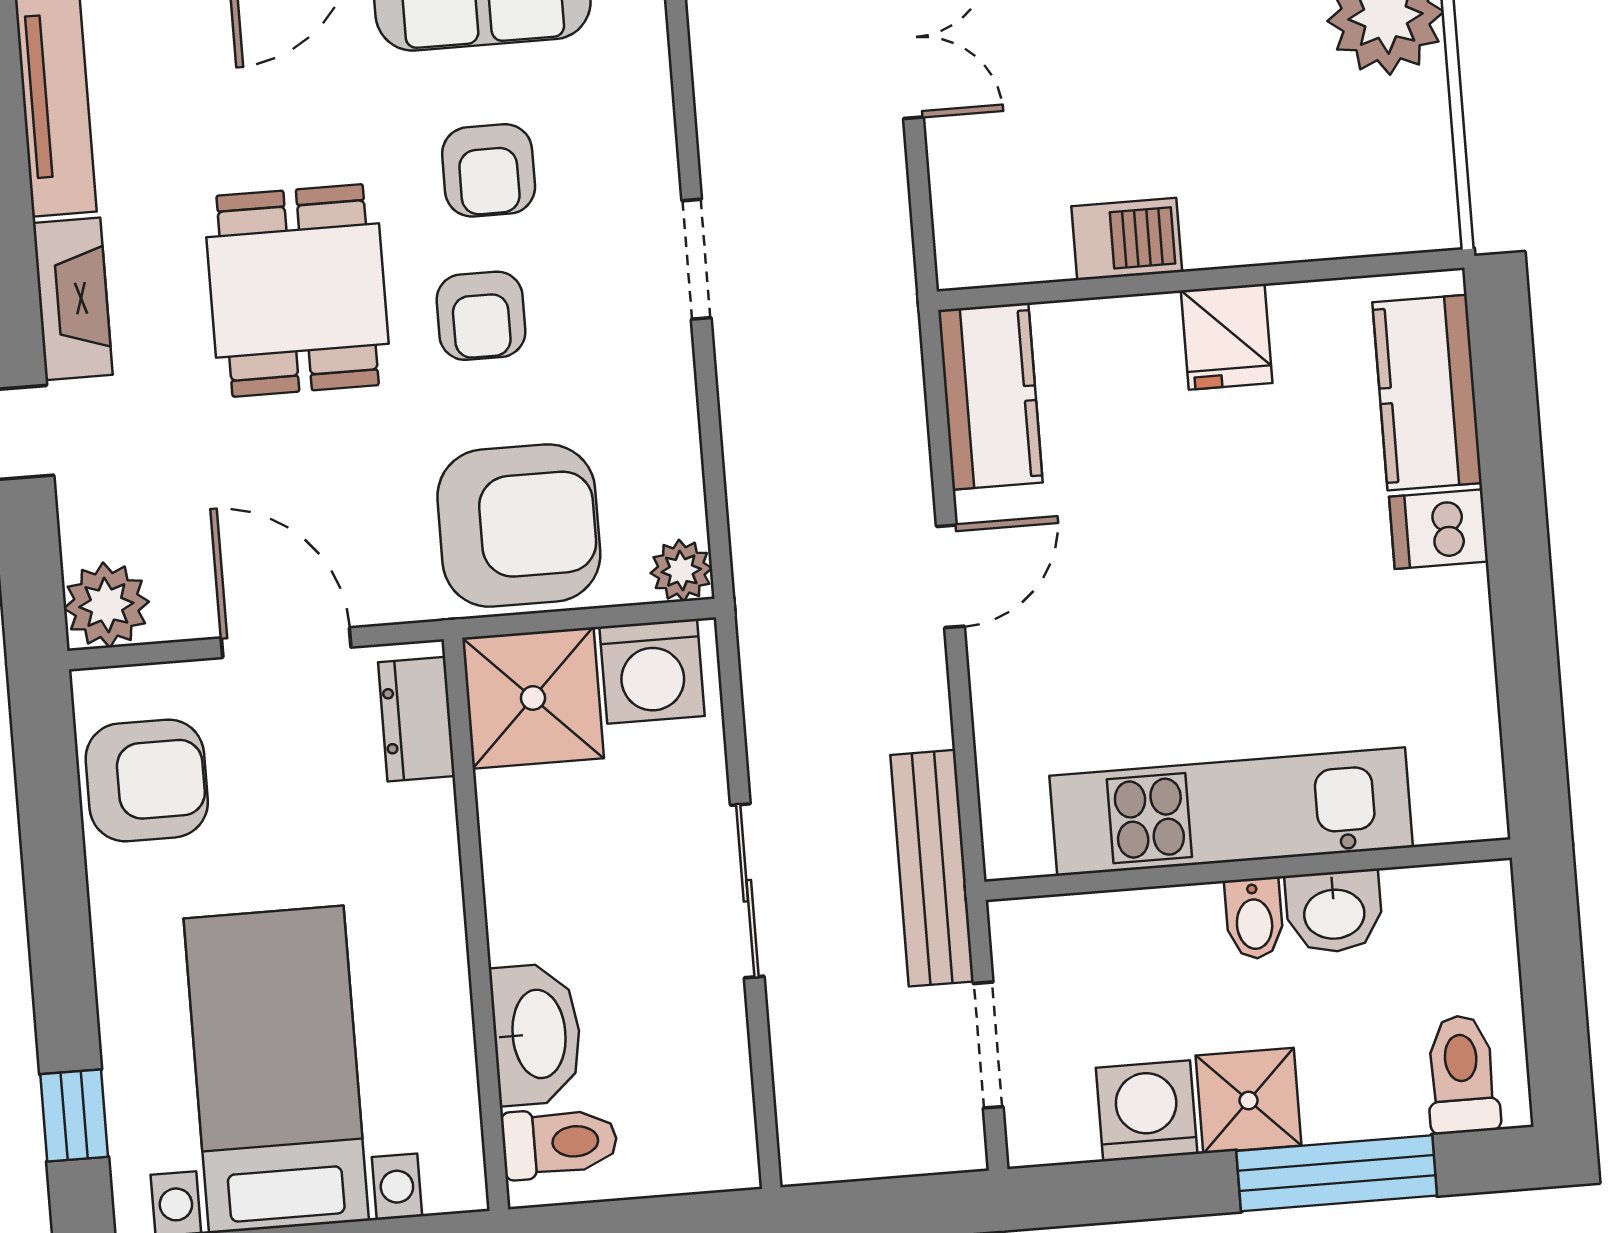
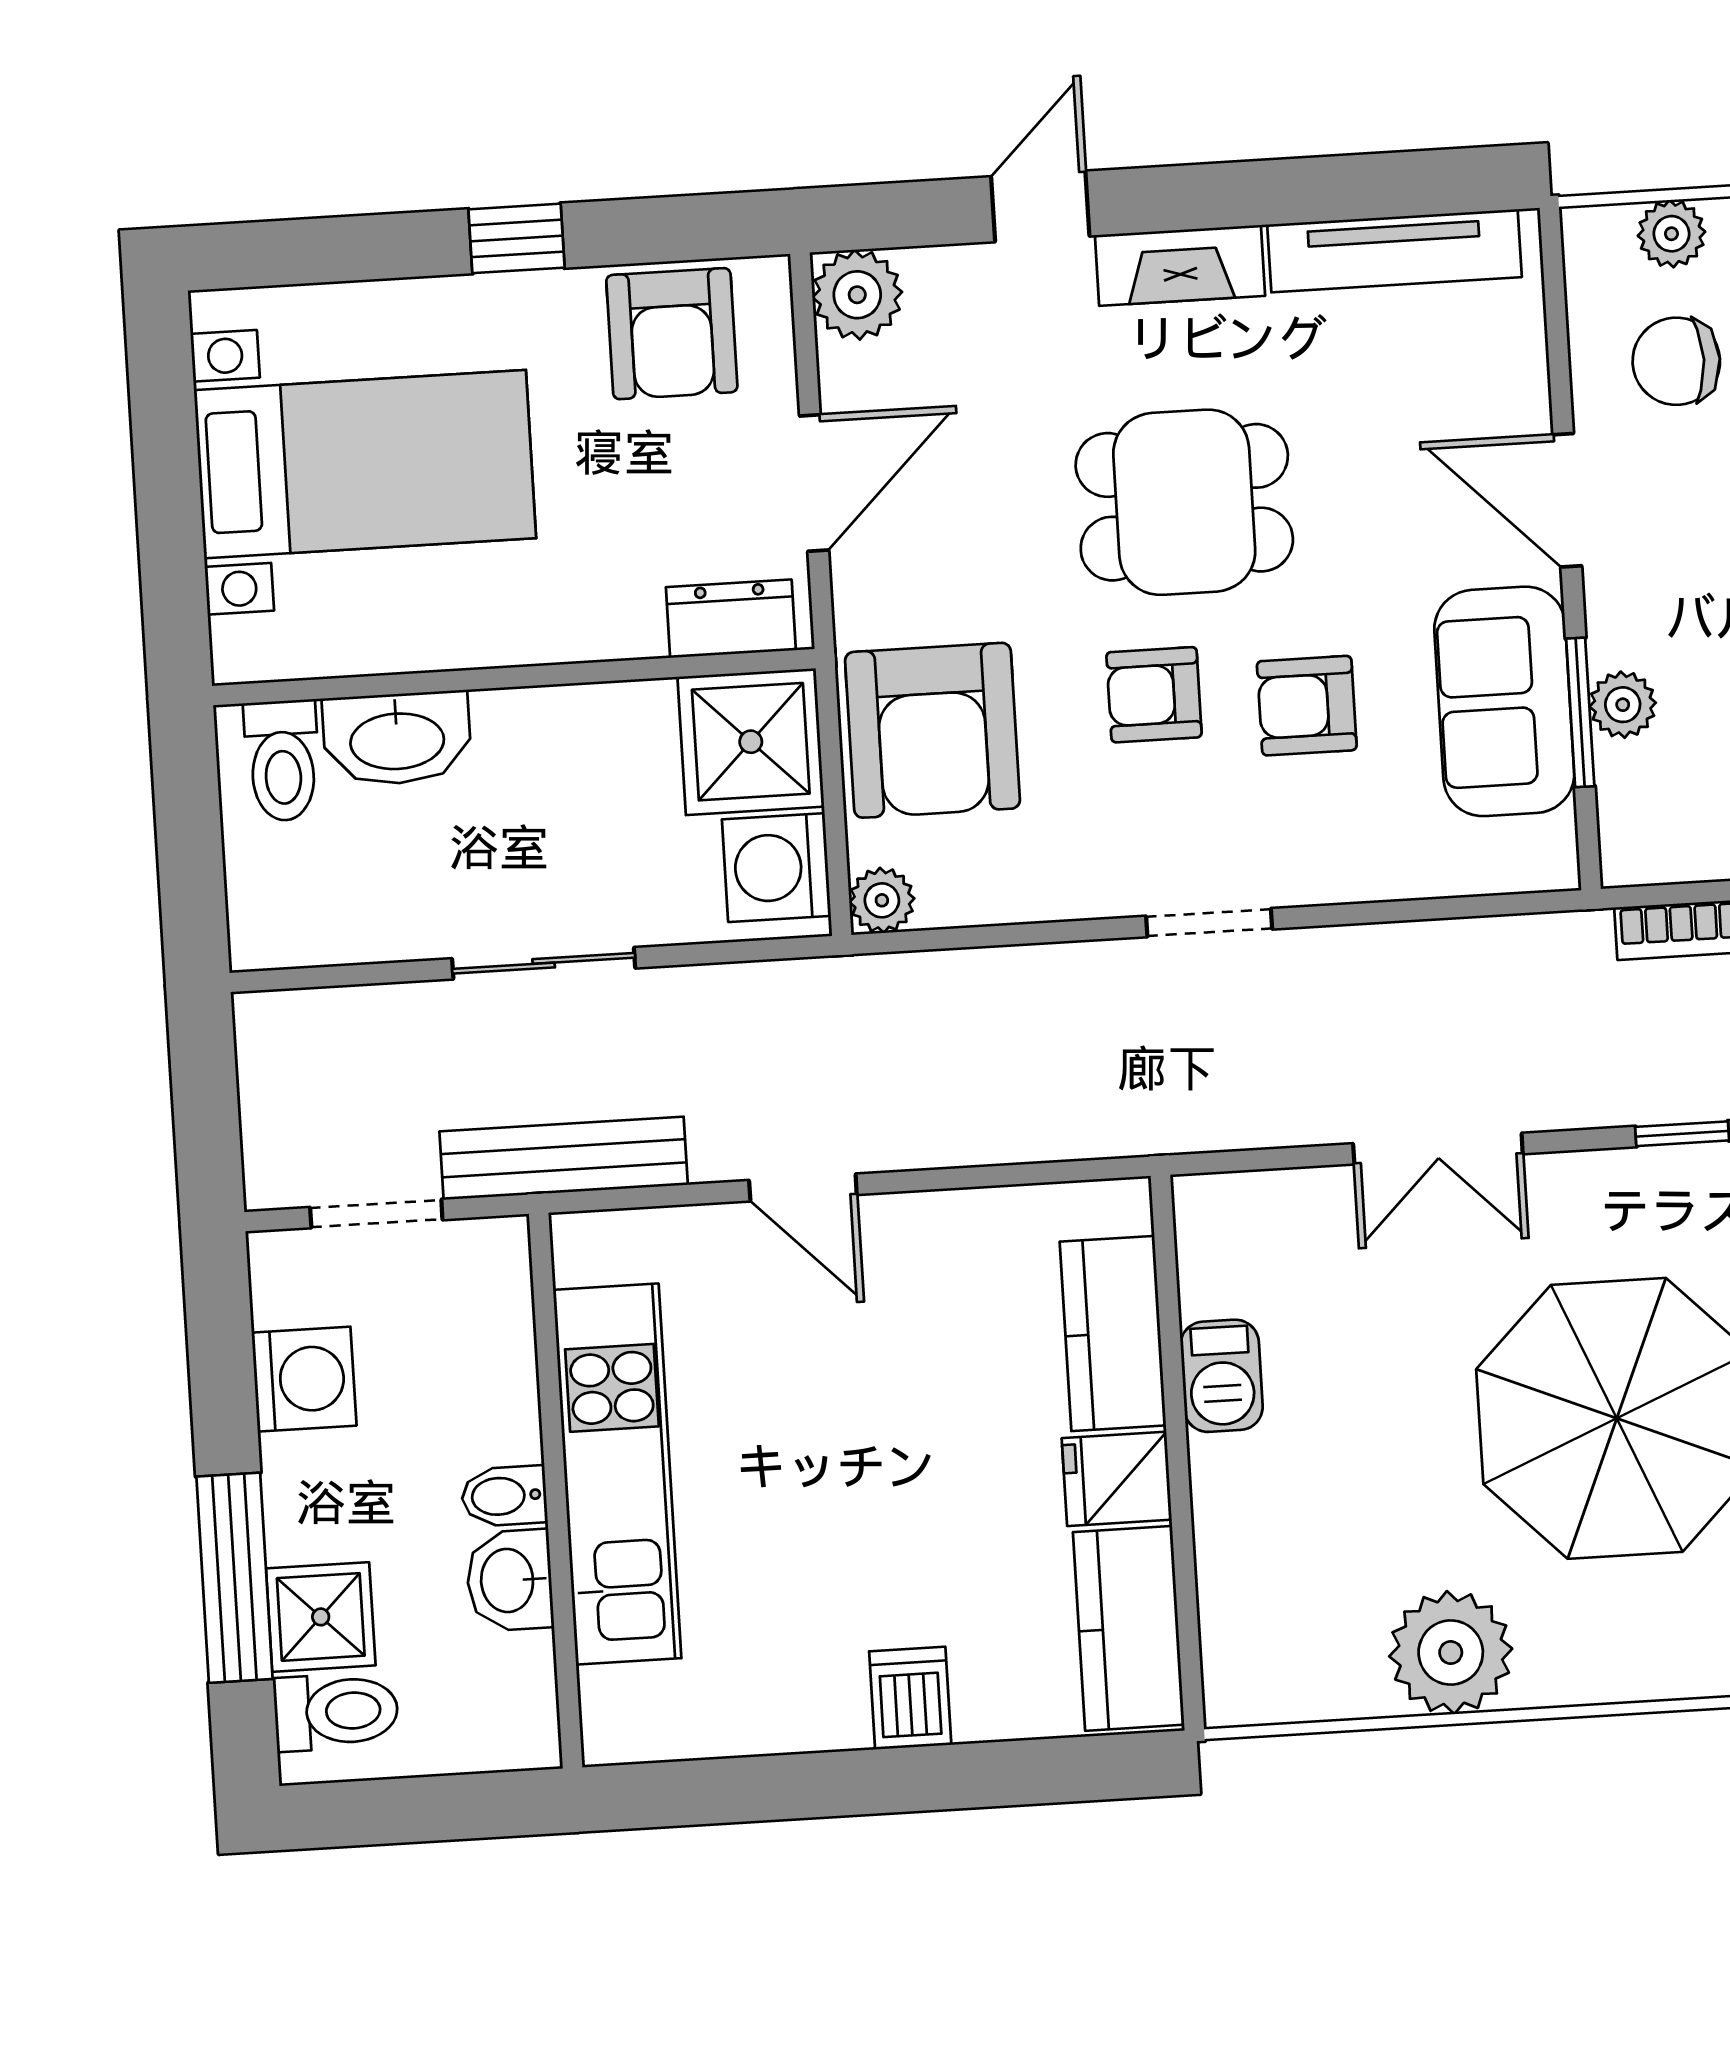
kitchen counter: (1427, 393) -> (1129, 1628), moved, turned -90
kitchen counter: (990, 396) -> (1113, 1333), moved, turned 90
door: (950, 576) -> (803, 1188), moved
shower: (1249, 1101) -> (321, 1617), moved
window: (74, 1115) -> (516, 238), moved

